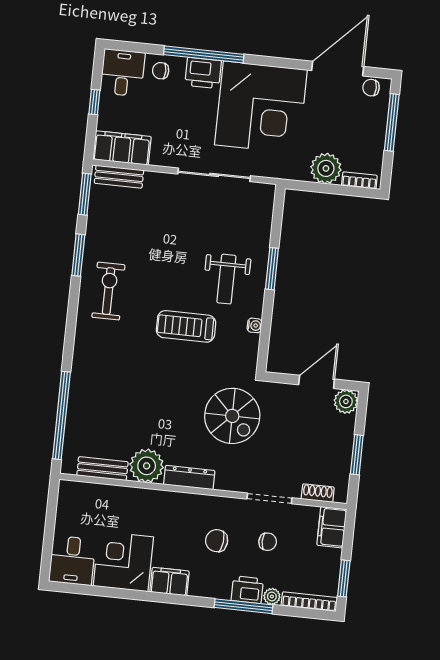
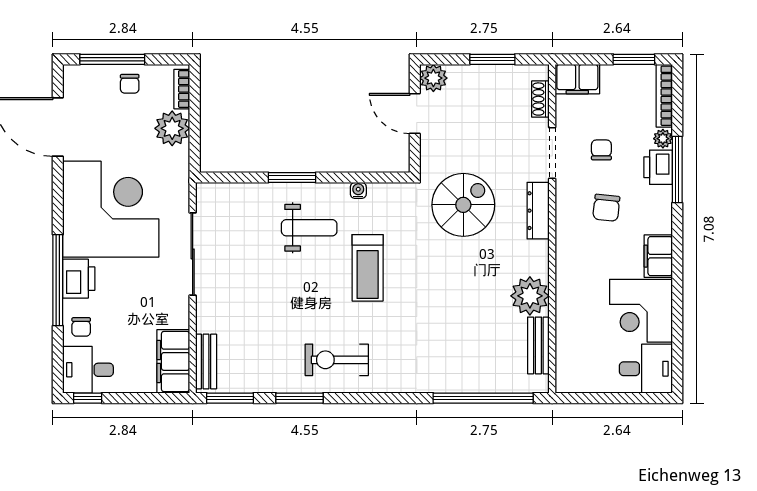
chair: (371, 88) -> (130, 84), moved
window: (94, 102) -> (88, 398), moved
dresser: (189, 478) -> (538, 211), moved

